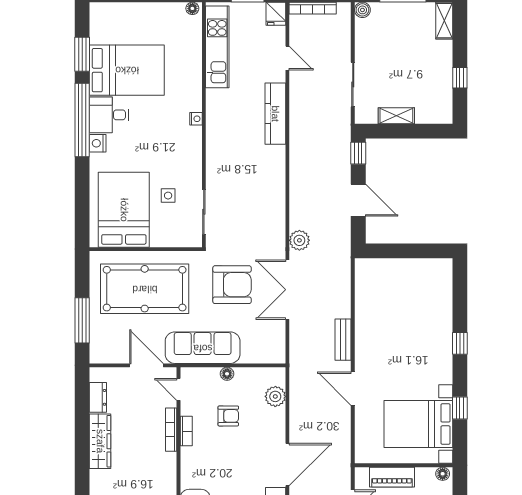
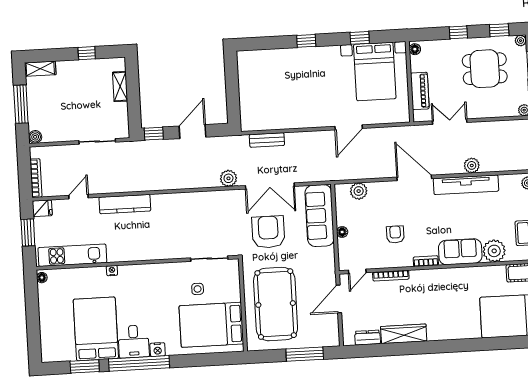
shelving: (396, 116) -> (120, 87), moved
nightstand: (196, 119) -> (112, 271), moved
bench: (343, 340) -> (267, 140), moved
sofa: (203, 348) -> (320, 216), moved
armchair: (228, 416) -> (395, 234), moved
bookcase: (186, 431) -> (426, 261), moved

